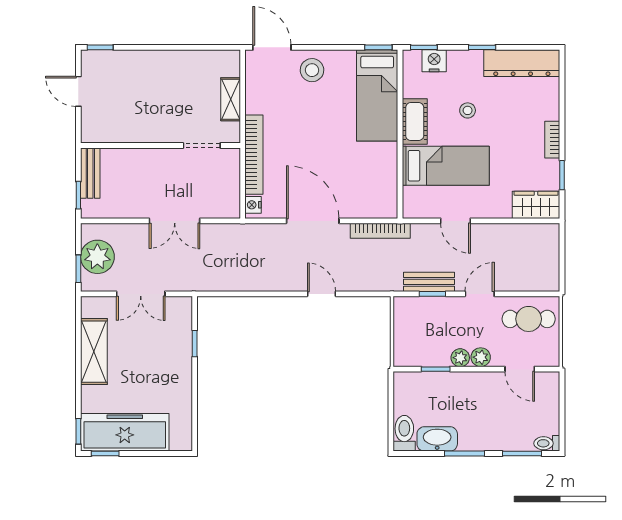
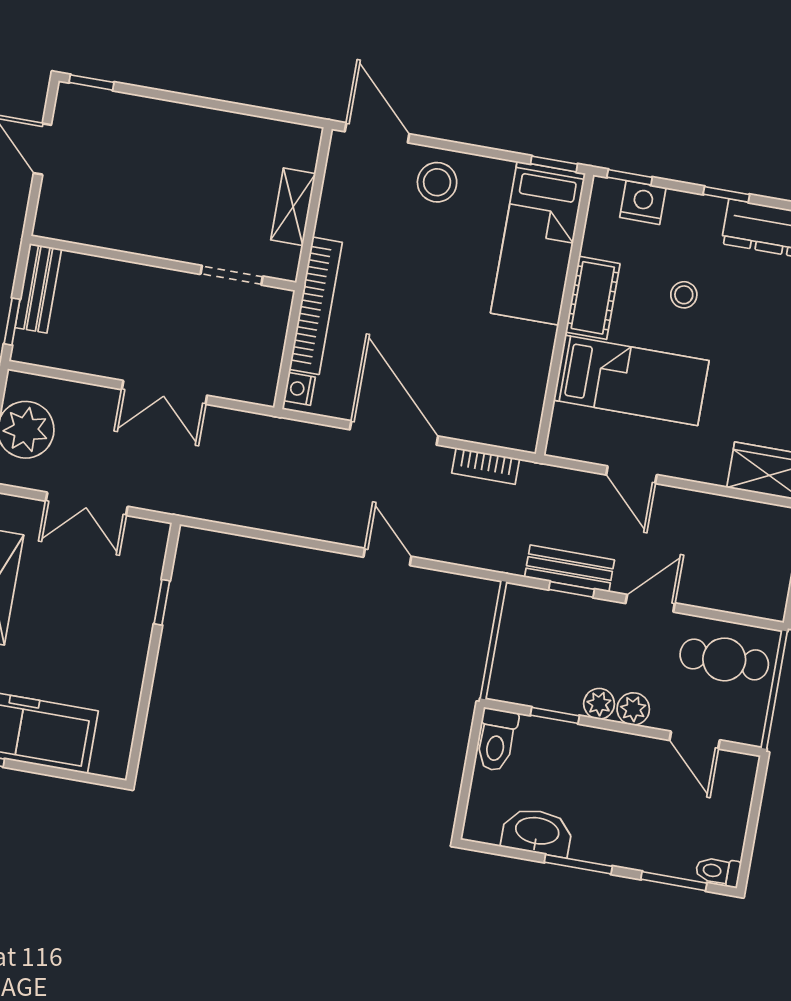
bookcase: (380, 231) -> (486, 466), width x0.64
toilet: (404, 433) -> (497, 740), moved, turned 180

